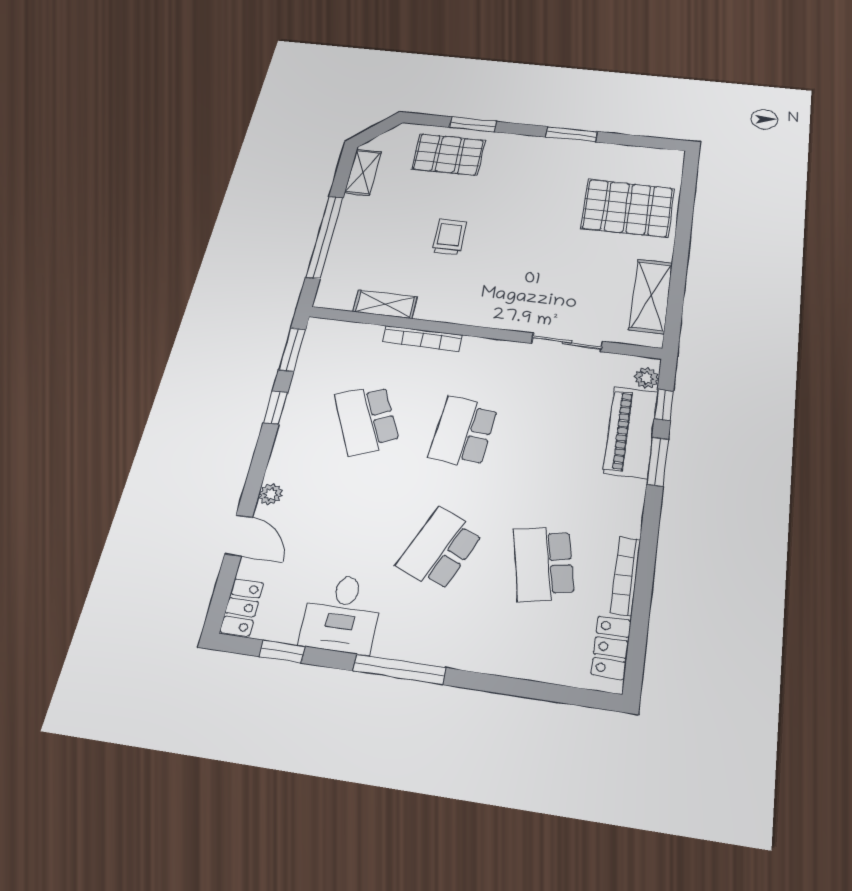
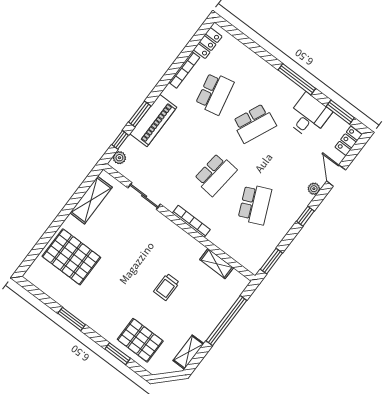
bookcase: (422, 338) -> (191, 221), moved
window: (275, 408) -> (305, 216), moved
piano: (631, 432) -> (153, 120), moved
window: (282, 652) -> (340, 112), width x1.50

